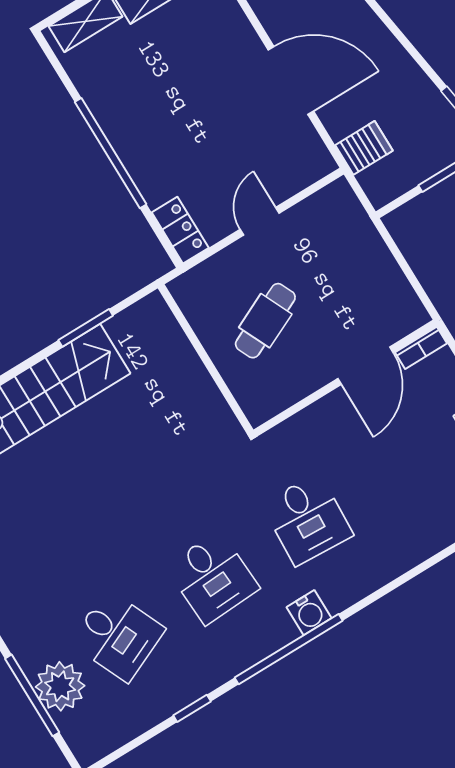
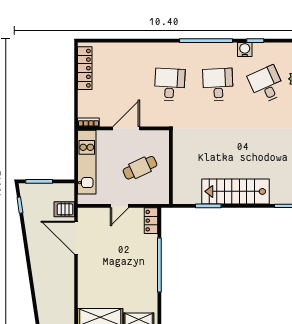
door: (291, 80) -> (76, 238), moved
kitchen unit: (377, 268) -> (87, 162), added
door: (366, 366) -> (126, 128), moved
water cooler: (309, 613) -> (245, 50), moved

